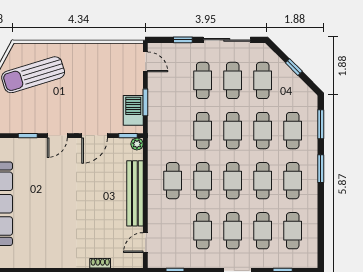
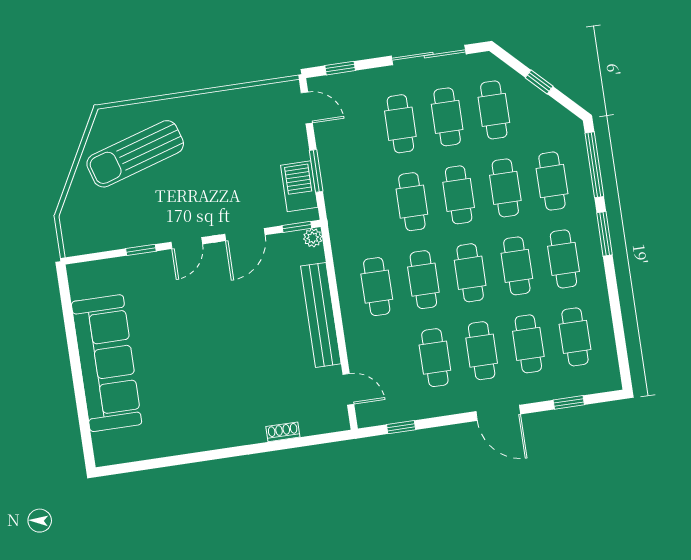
window: (183, 40) -> (340, 68), moved
window: (321, 124) -> (594, 165), width x1.44
door: (145, 243) -> (348, 389), swing flipped

